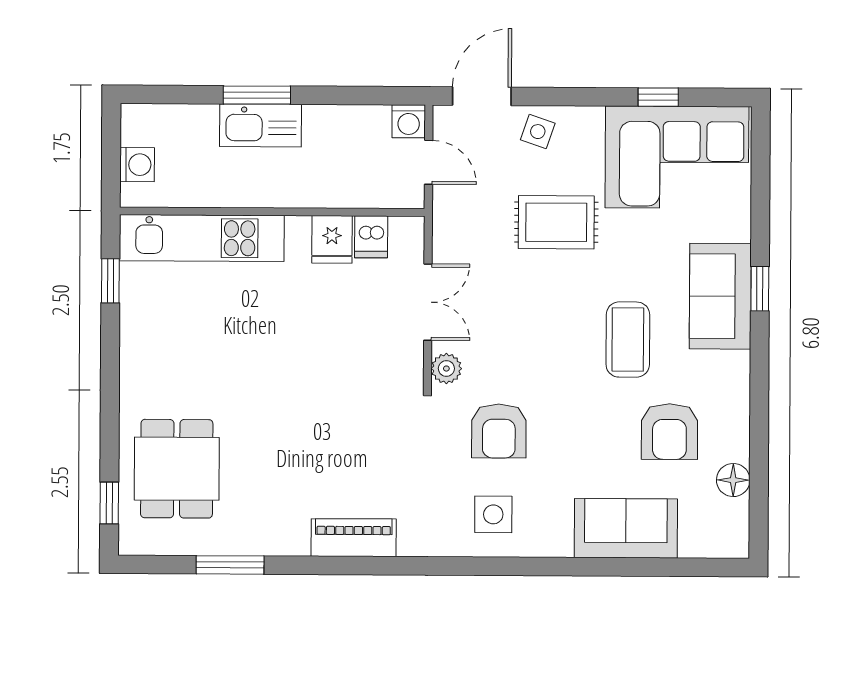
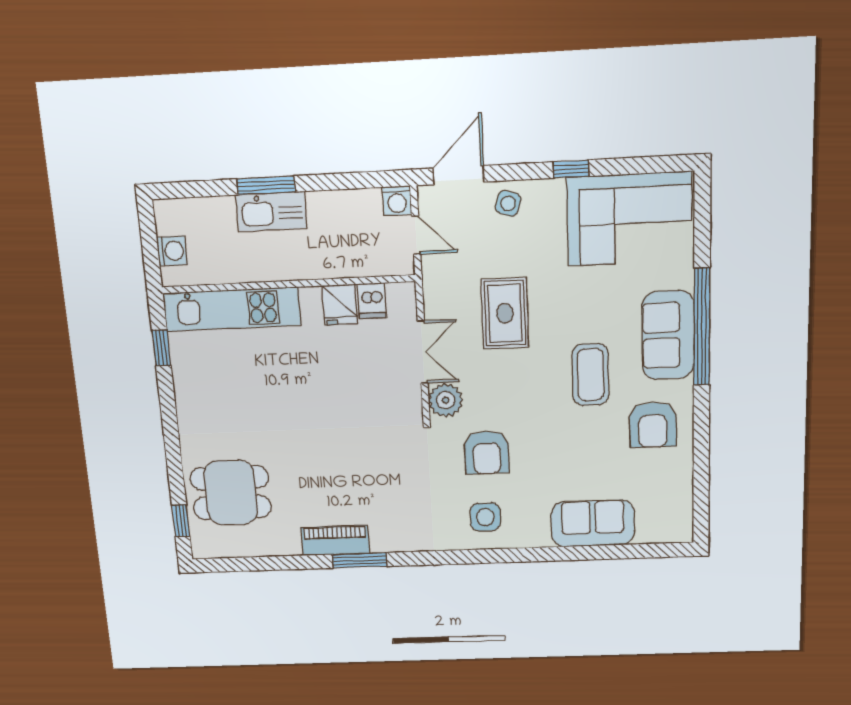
window: (658, 97) -> (571, 169), moved
rug: (556, 222) -> (505, 313), moved, turned 90
window: (760, 289) -> (702, 327), width x3.17
plant: (446, 369) -> (446, 400), width x1.38, depth x1.38
armchair: (669, 432) -> (653, 425), moved
dining table: (177, 469) -> (231, 493), turned 90
floor lamp: (733, 480) -> (680, 483), removed
piano: (354, 538) -> (335, 540), moved
window: (230, 565) -> (360, 560), moved

